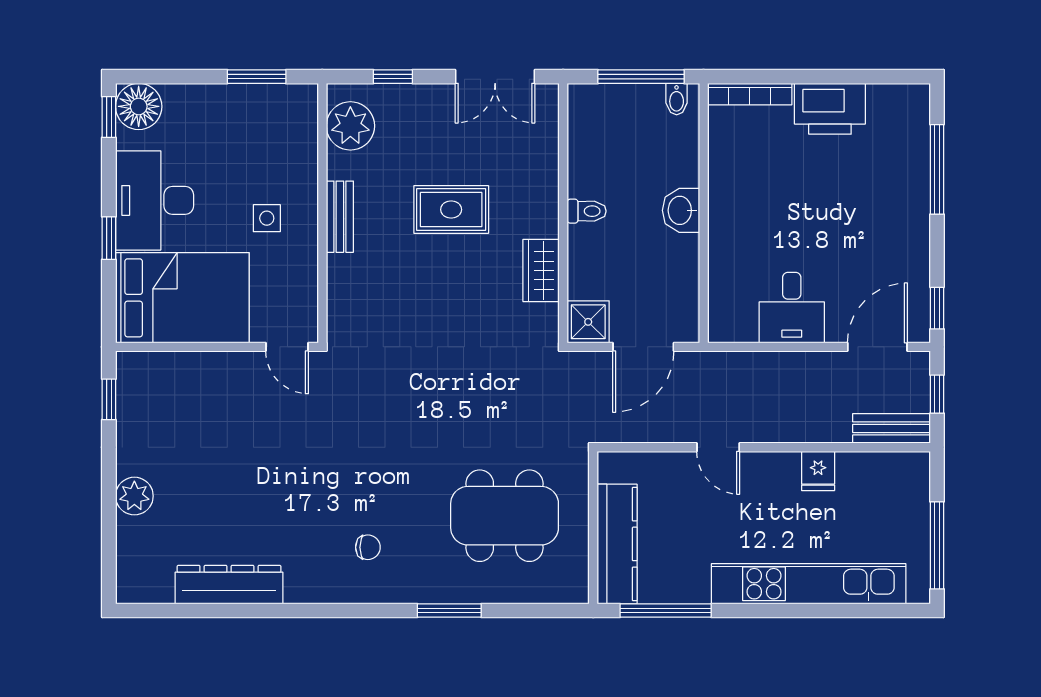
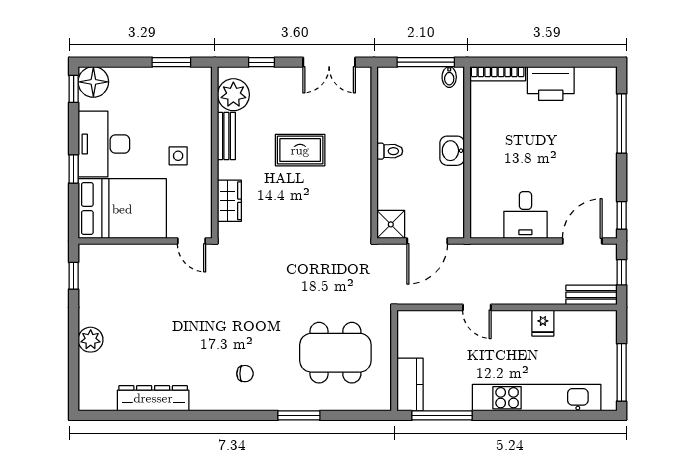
bench: (340, 217) -> (226, 136), moved
wardrobe: (541, 270) -> (229, 201), moved, turned 180
kitchen counter: (617, 544) -> (410, 385), width x0.67

